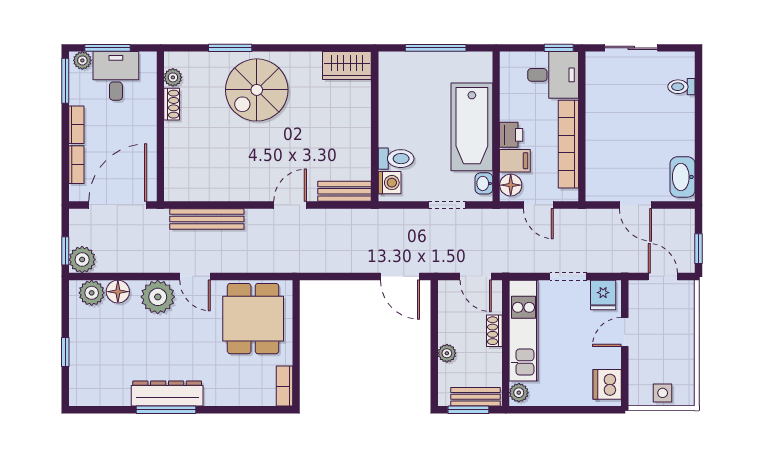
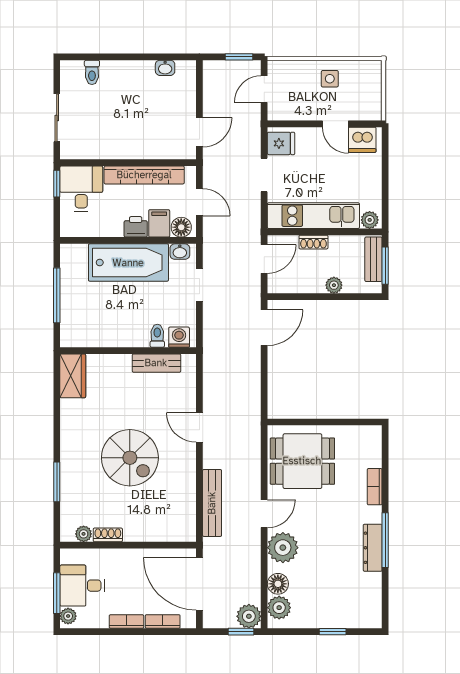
window: (65, 81) -> (86, 632), removed
spiral stairs: (257, 90) -> (130, 458), moved
toilet: (396, 159) -> (157, 336), width x0.73, depth x0.72
washbasin: (683, 177) -> (165, 68), width x0.52, depth x0.69
bench: (345, 191) -> (156, 363), moved, turned 90
door: (538, 205) -> (199, 202), hinge flipped
door: (636, 205) -> (199, 132), moved
door: (625, 332) -> (335, 124), moved
bookcase: (285, 386) -> (375, 487), moved, turned 90
dresser: (167, 393) -> (373, 548), width x0.73, depth x0.80
side table: (663, 393) -> (330, 79), moved

